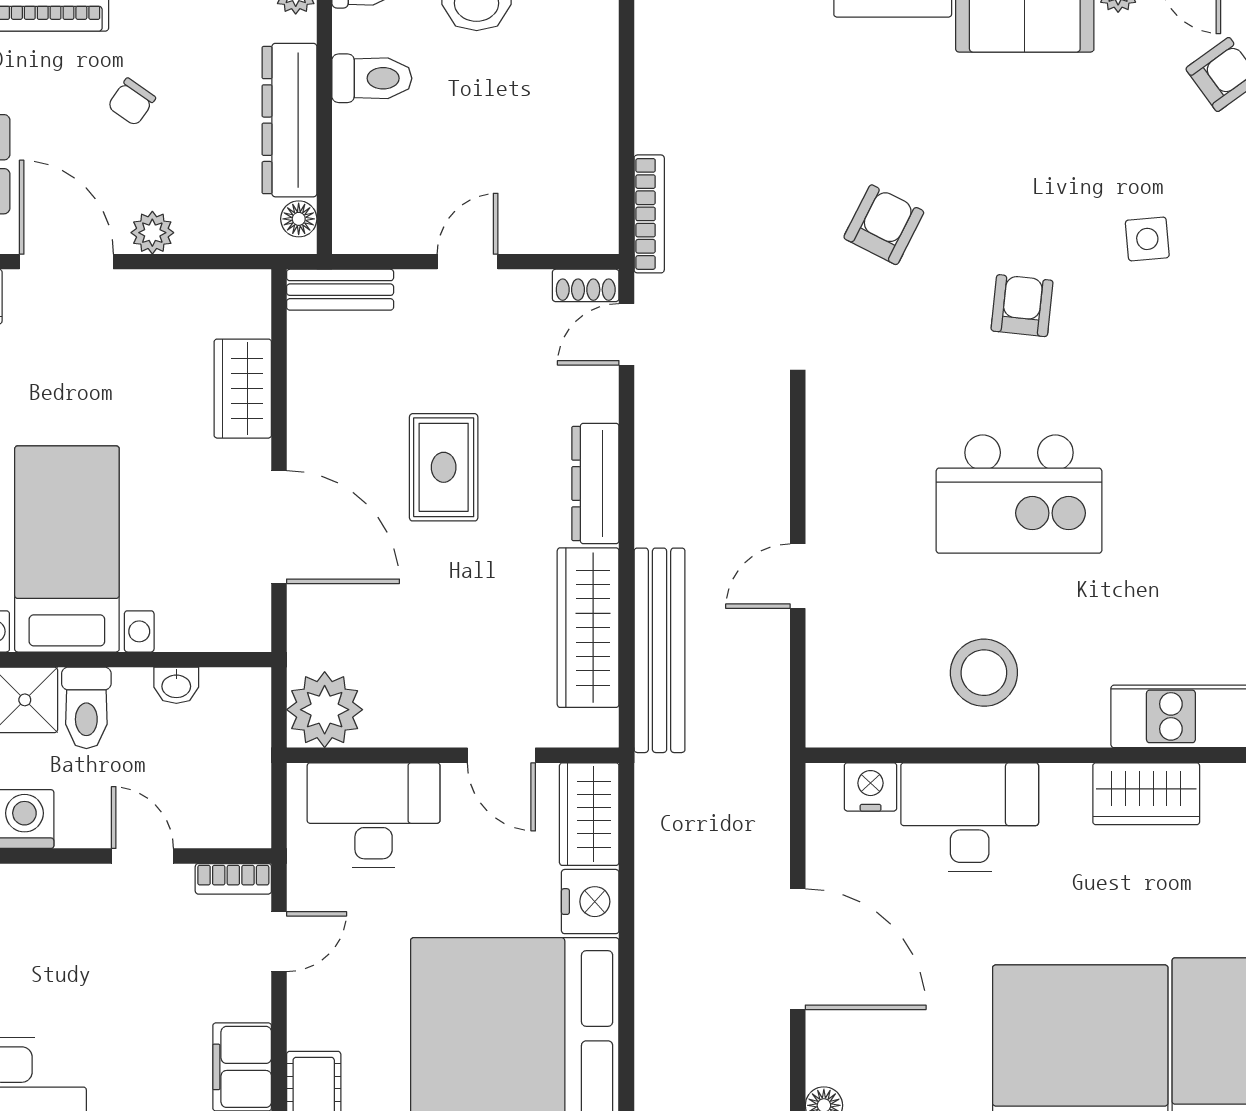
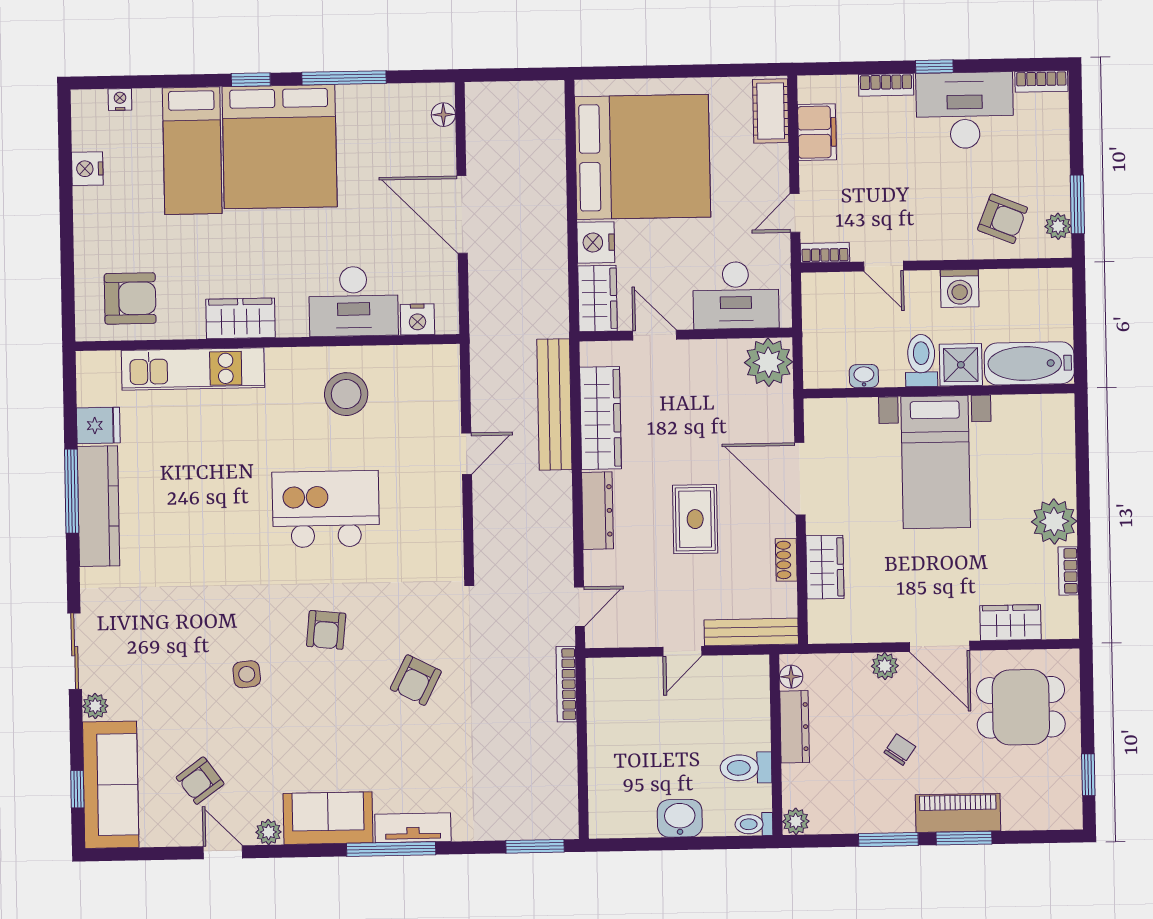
dresser: (289, 120) -> (795, 727), width x0.73, depth x0.80
shoe rack: (586, 285) -> (786, 560), moved, turned -90
bench: (340, 290) -> (751, 632), width x1.36

